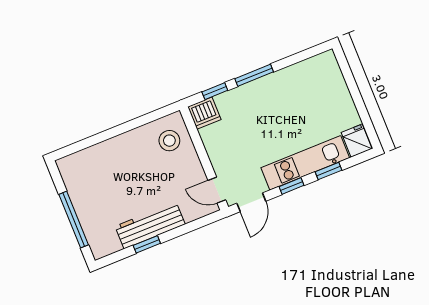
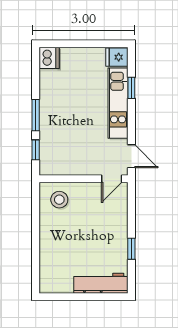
dishwasher: (204, 113) -> (49, 58), moved
window: (292, 186) -> (131, 121), removed
window: (74, 220) -> (90, 297), removed
workbench: (150, 225) -> (101, 283), moved, turned 90

